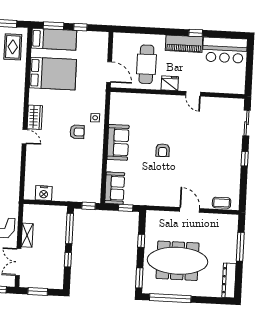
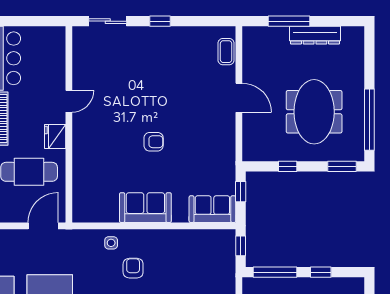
door: (190, 210) -> (239, 98), swing flipped
meeting table: (178, 261) -> (314, 112), width x0.73
dresser: (229, 280) -> (315, 35), moved

